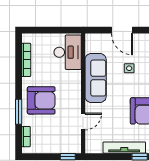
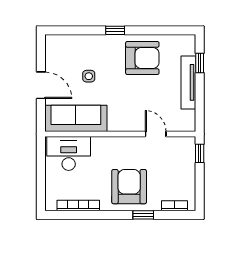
door: (122, 30) -> (41, 85), hinge flipped
sofa: (96, 78) -> (76, 118), moved
window: (19, 112) -> (143, 215), width x0.67

